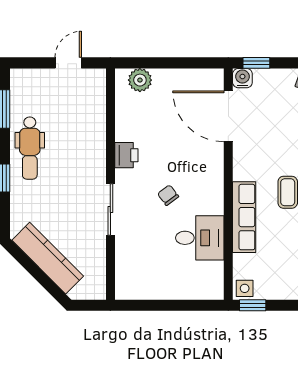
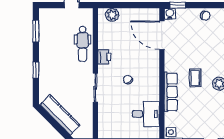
dental chair: (30, 148) -> (83, 44), moved
desk: (200, 238) -> (146, 114), moved

